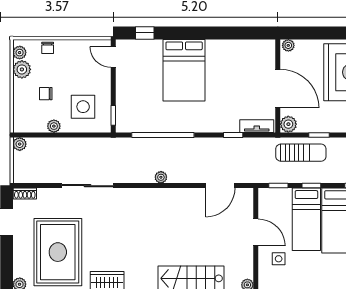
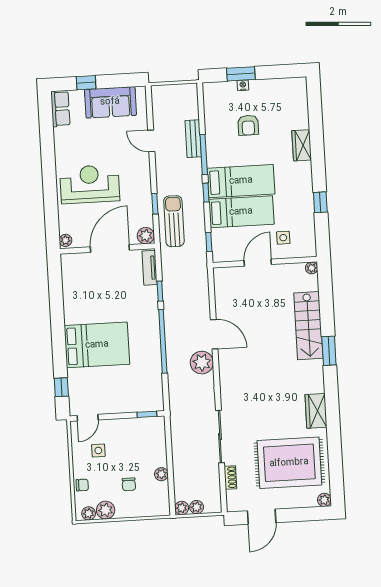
side table: (83, 107) -> (98, 450), moved, width x0.54, depth x0.54
window: (163, 135) -> (163, 341), moved
plant: (20, 159) -> (197, 507), added
plant: (161, 177) -> (202, 363), width x1.88, depth x1.88
door: (220, 186) -> (214, 334), moved
window: (311, 186) -> (206, 193), moved
shoe rack: (25, 194) -> (230, 477), moved

